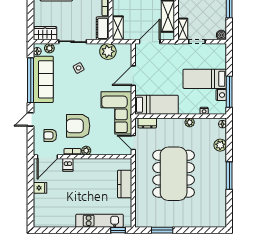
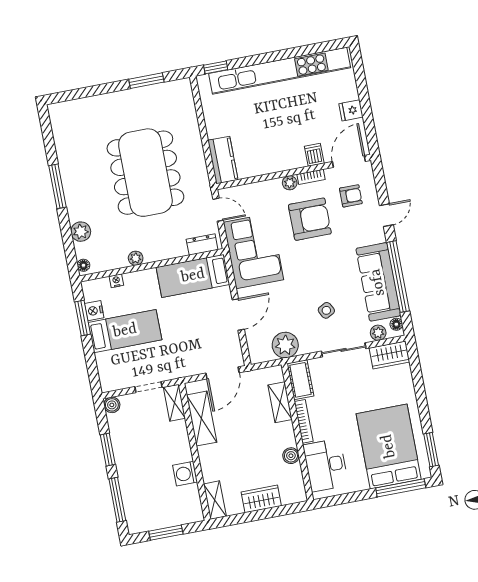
shelving: (118, 28) -> (280, 402), moved
window: (229, 92) -> (83, 318), width x0.69
kitchen counter: (125, 184) -> (223, 160), moved
kitchen unit: (99, 221) -> (280, 71), width x1.86

